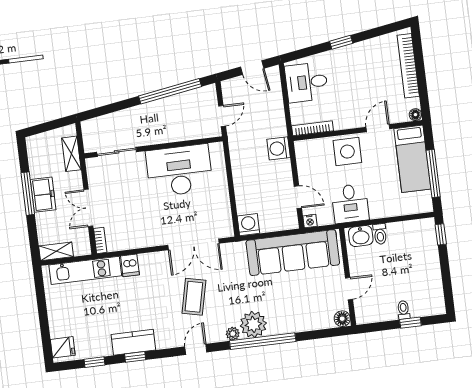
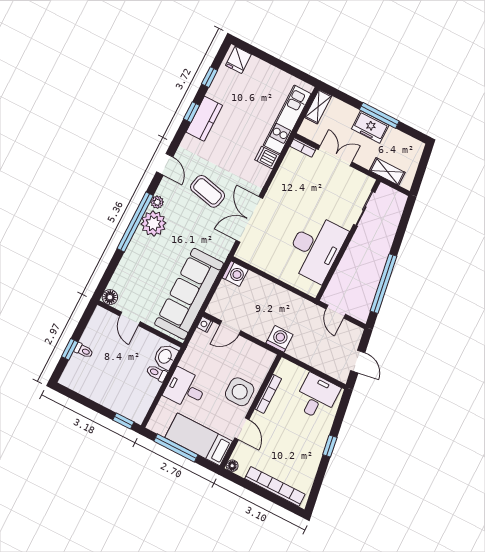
door: (252, 68) -> (358, 362), swing flipped
bookcase: (312, 128) -> (268, 394), moved
desk: (350, 203) -> (185, 389), moved

